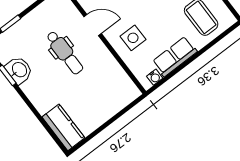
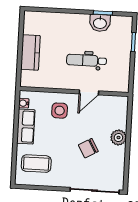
kitchen counter: (63, 127) -> (30, 52), moved, turned -90

